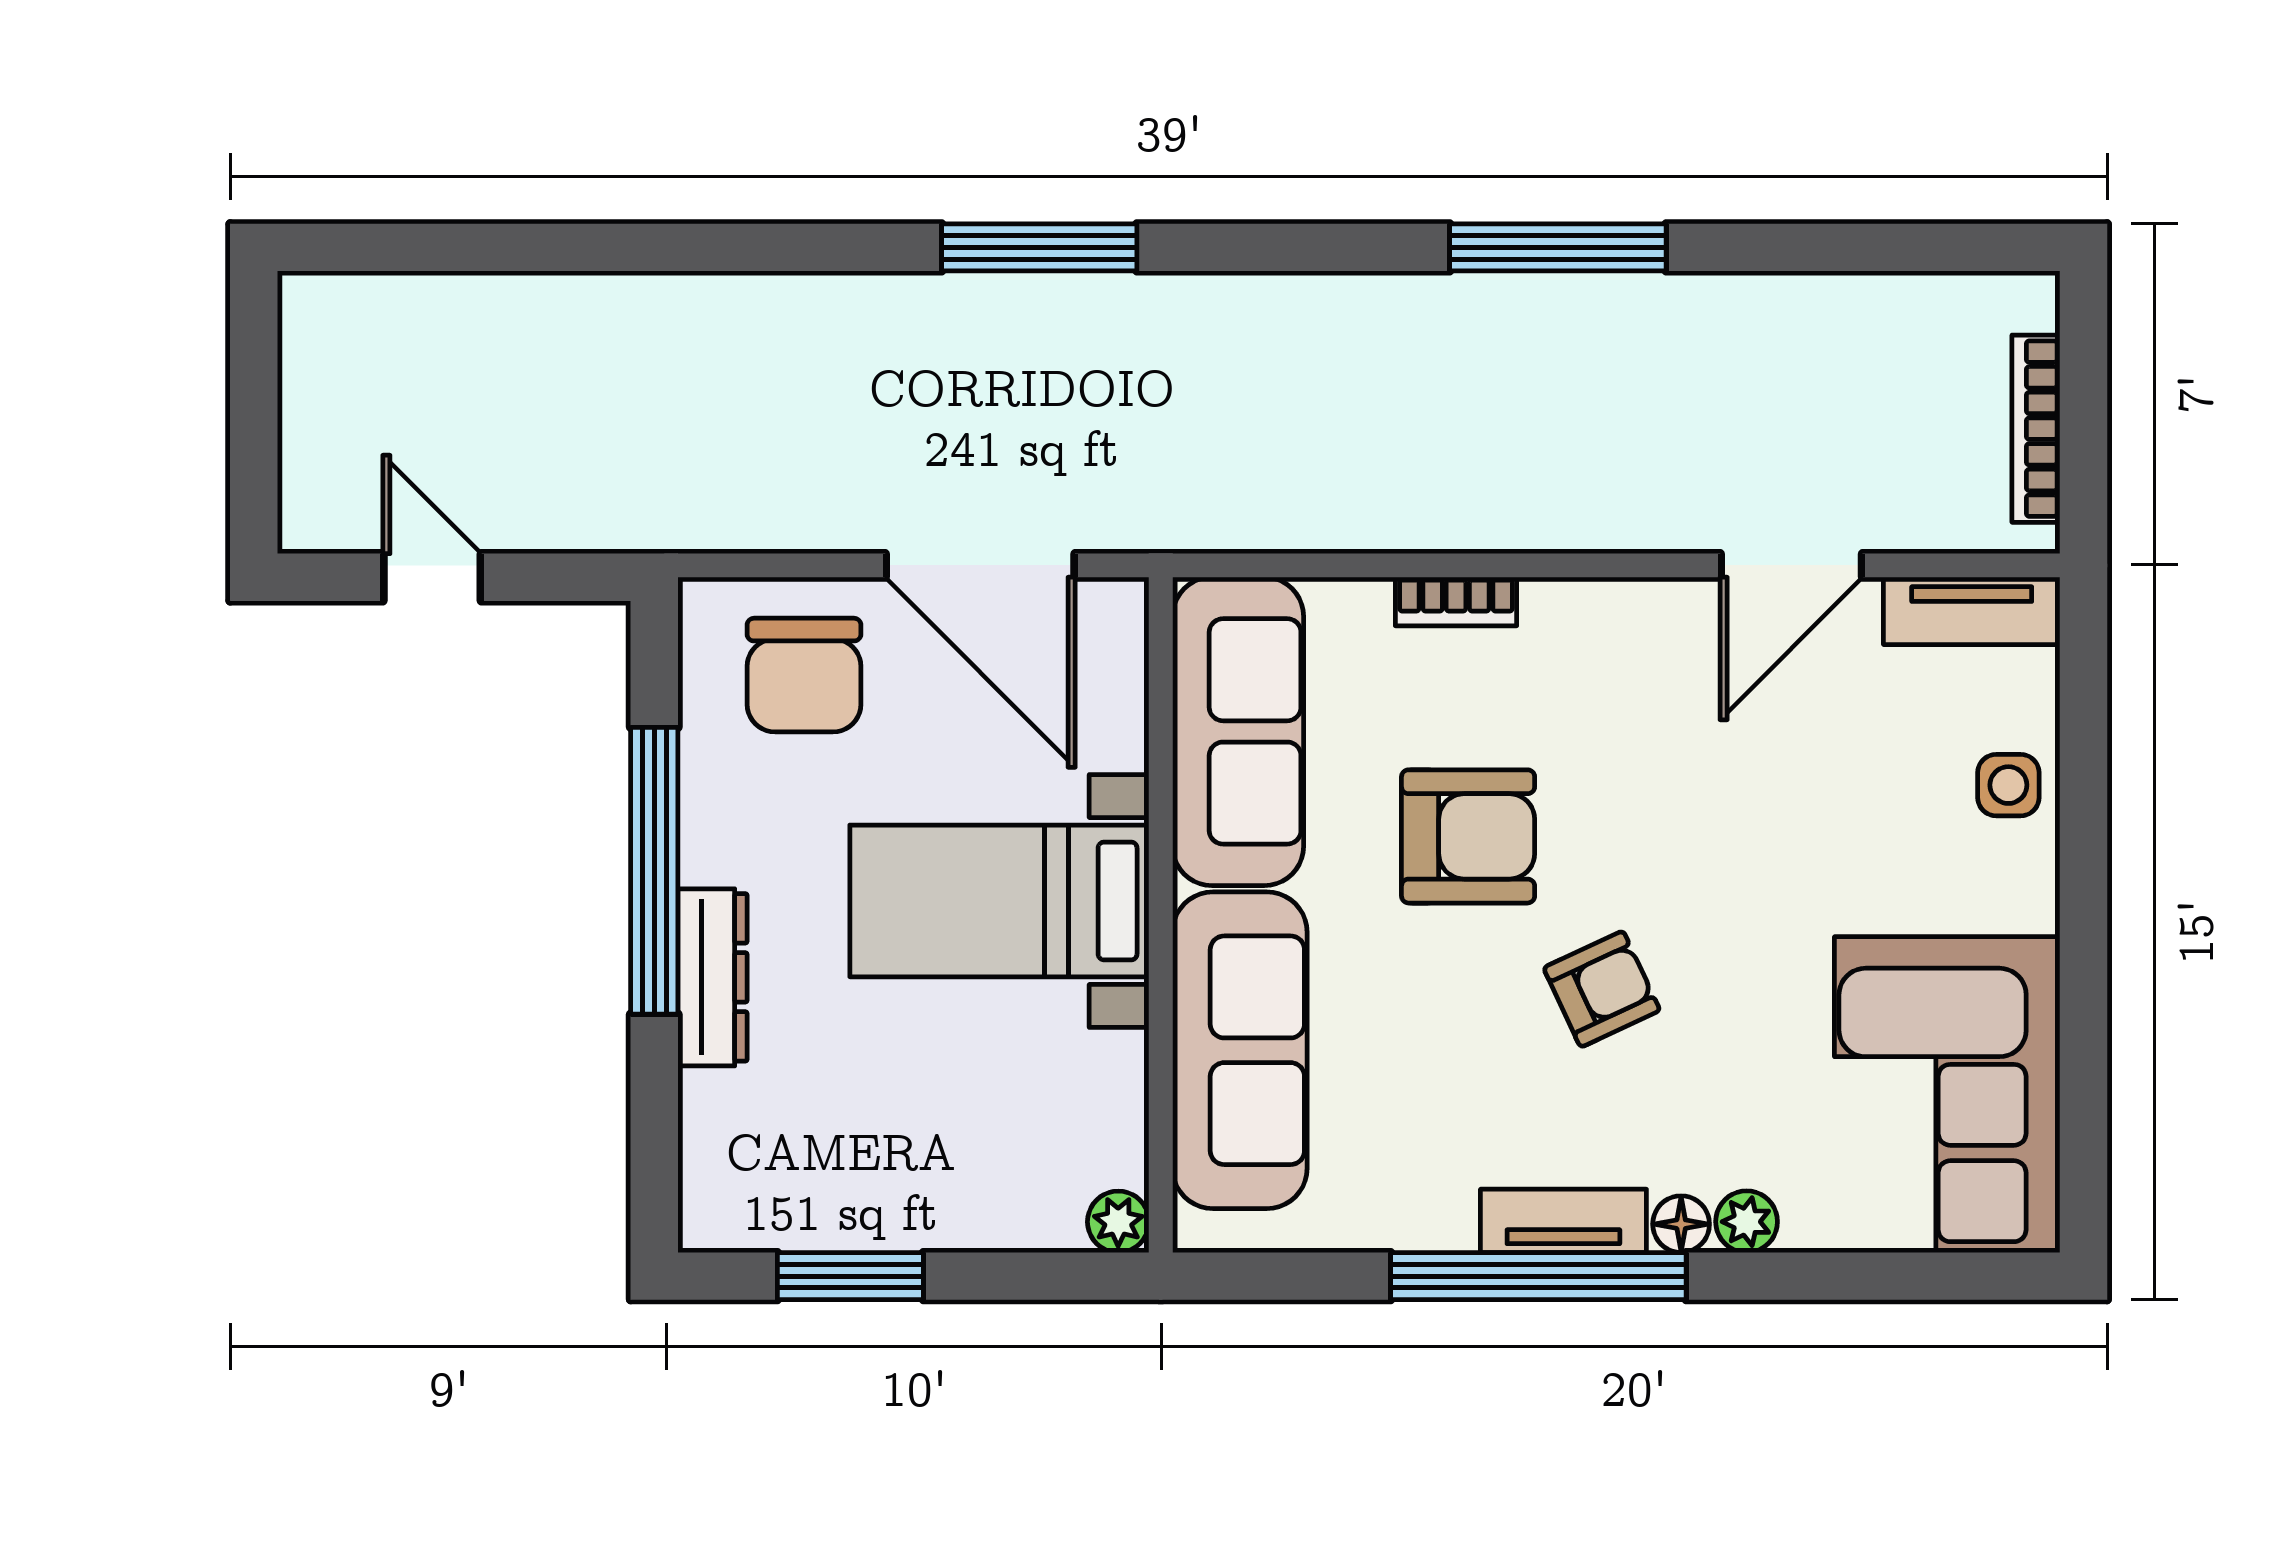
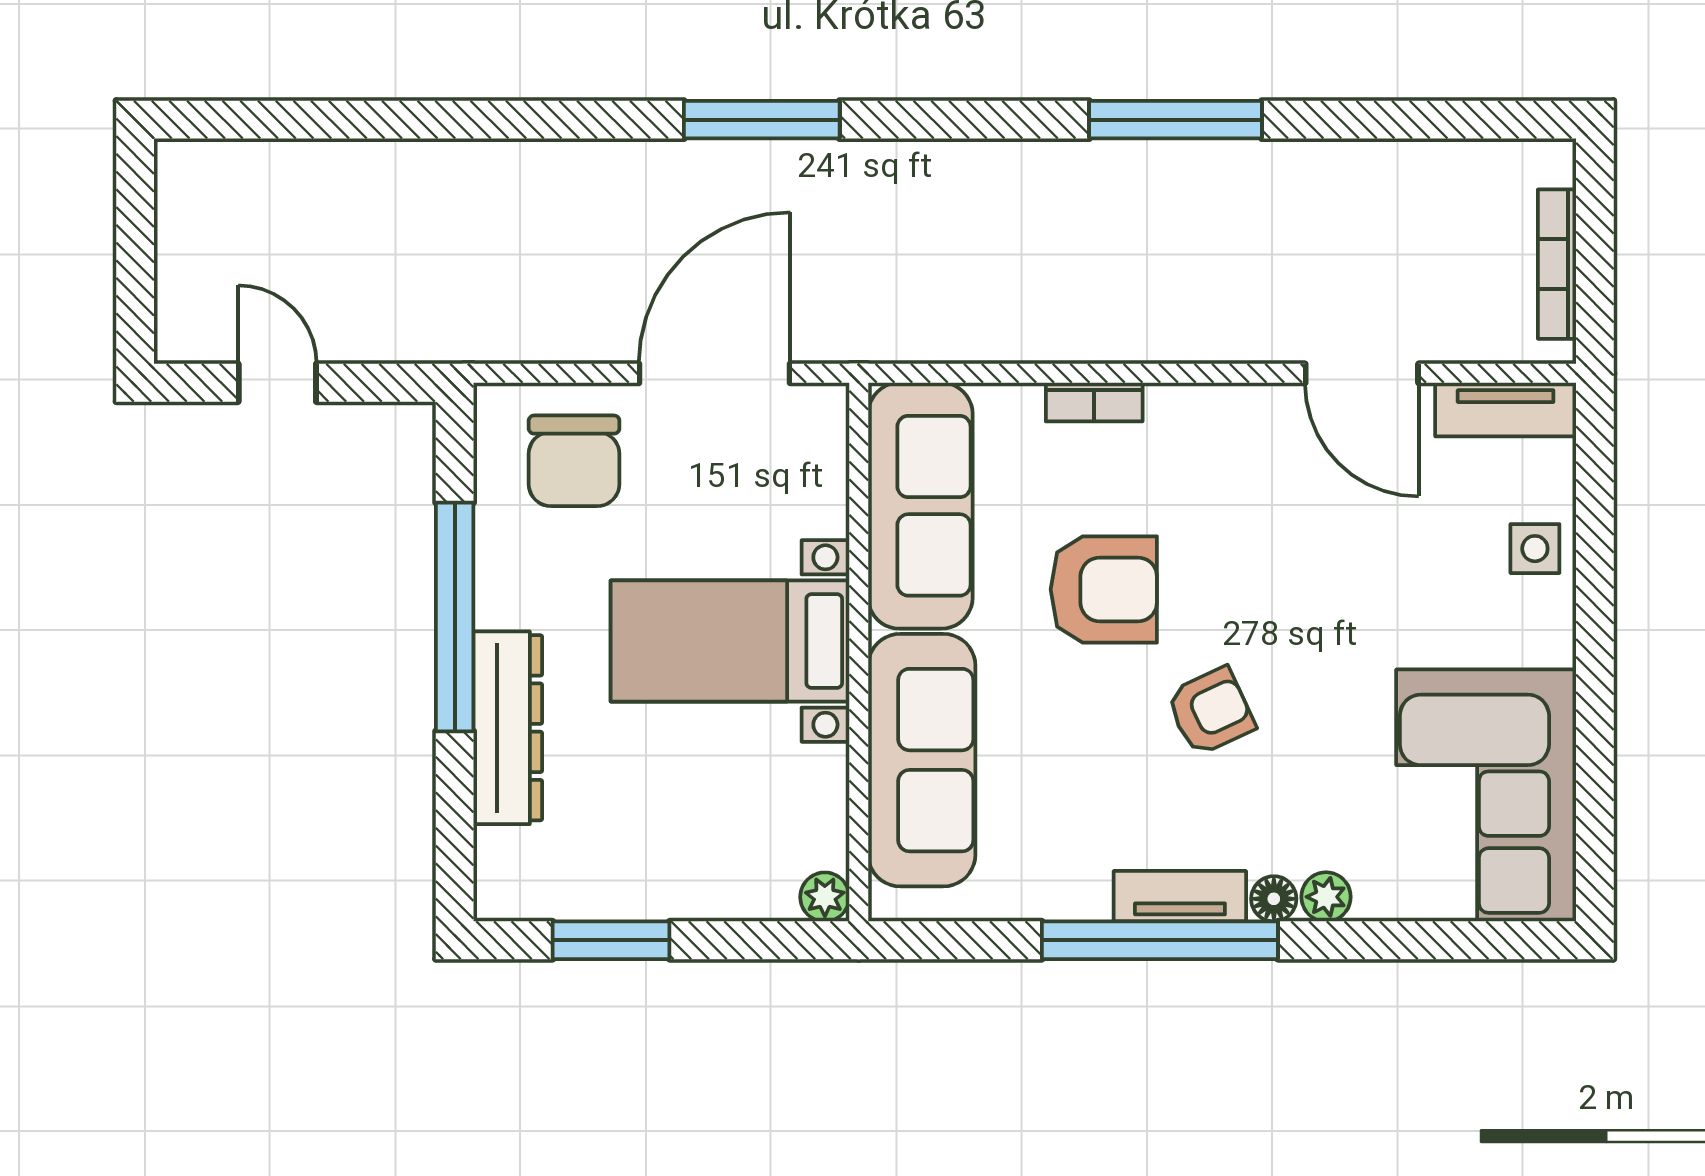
door: (980, 565) -> (715, 373), swing flipped
door: (1791, 565) -> (1362, 373), hinge flipped
dresser: (712, 977) -> (508, 728), width x1.37, depth x1.24

